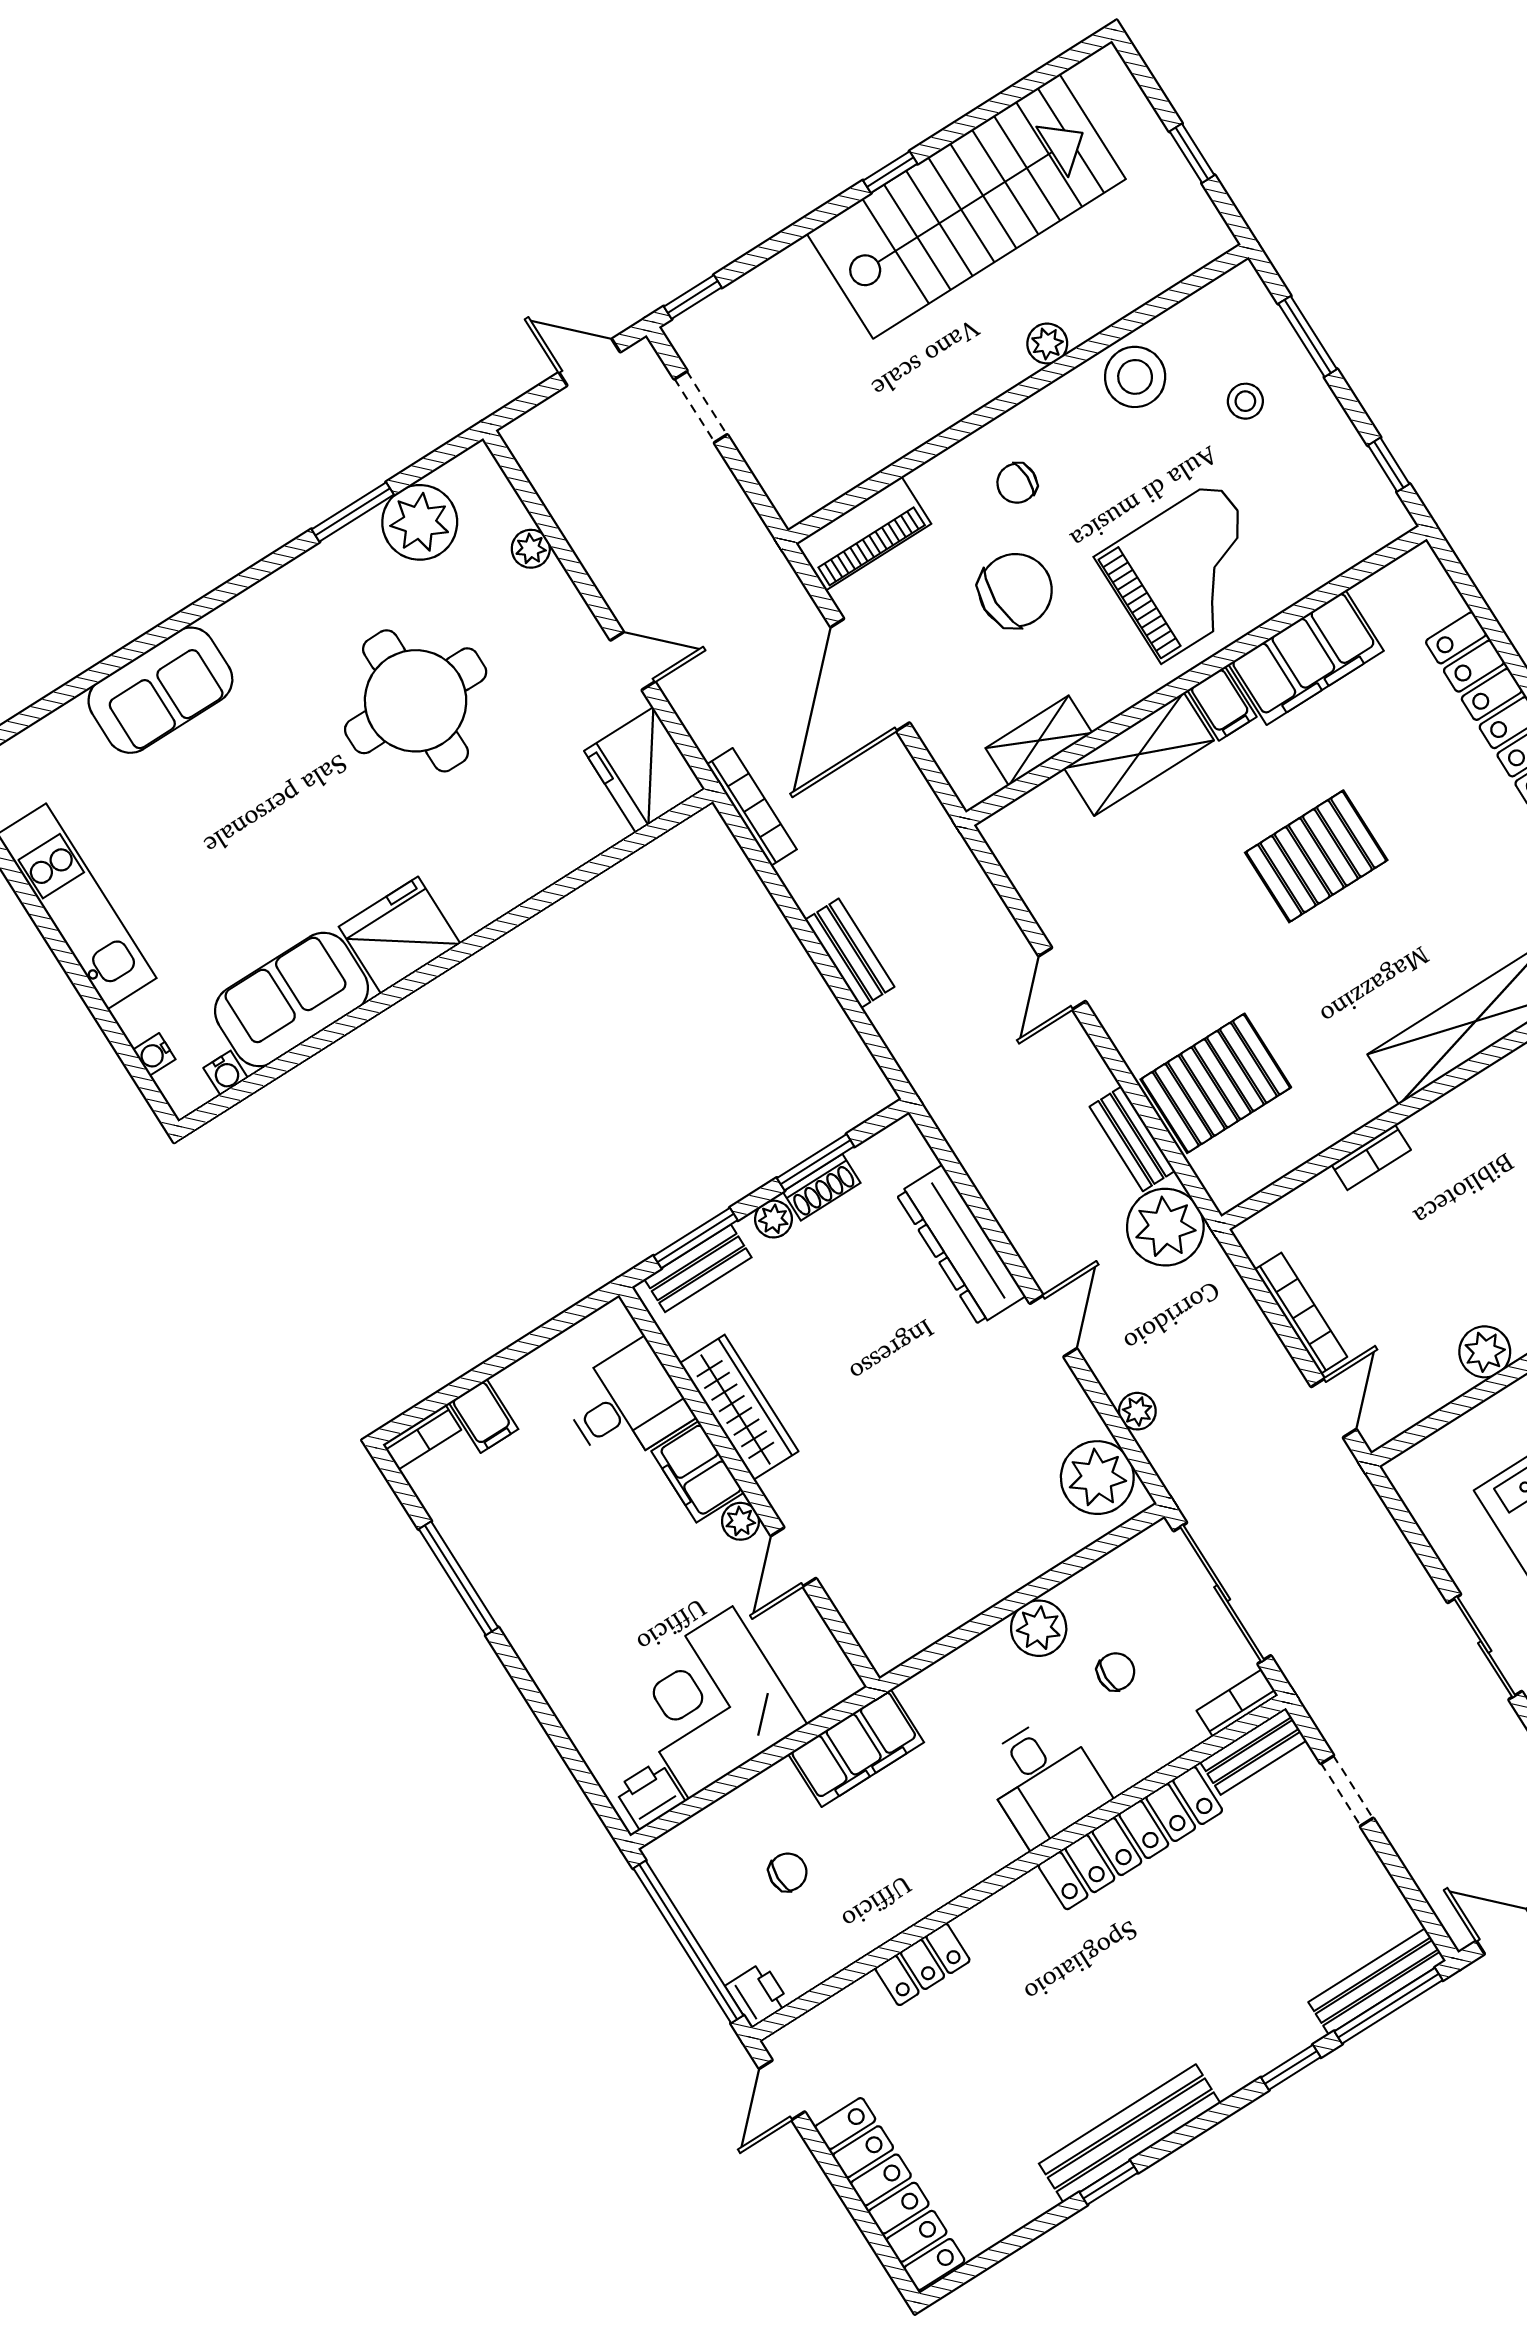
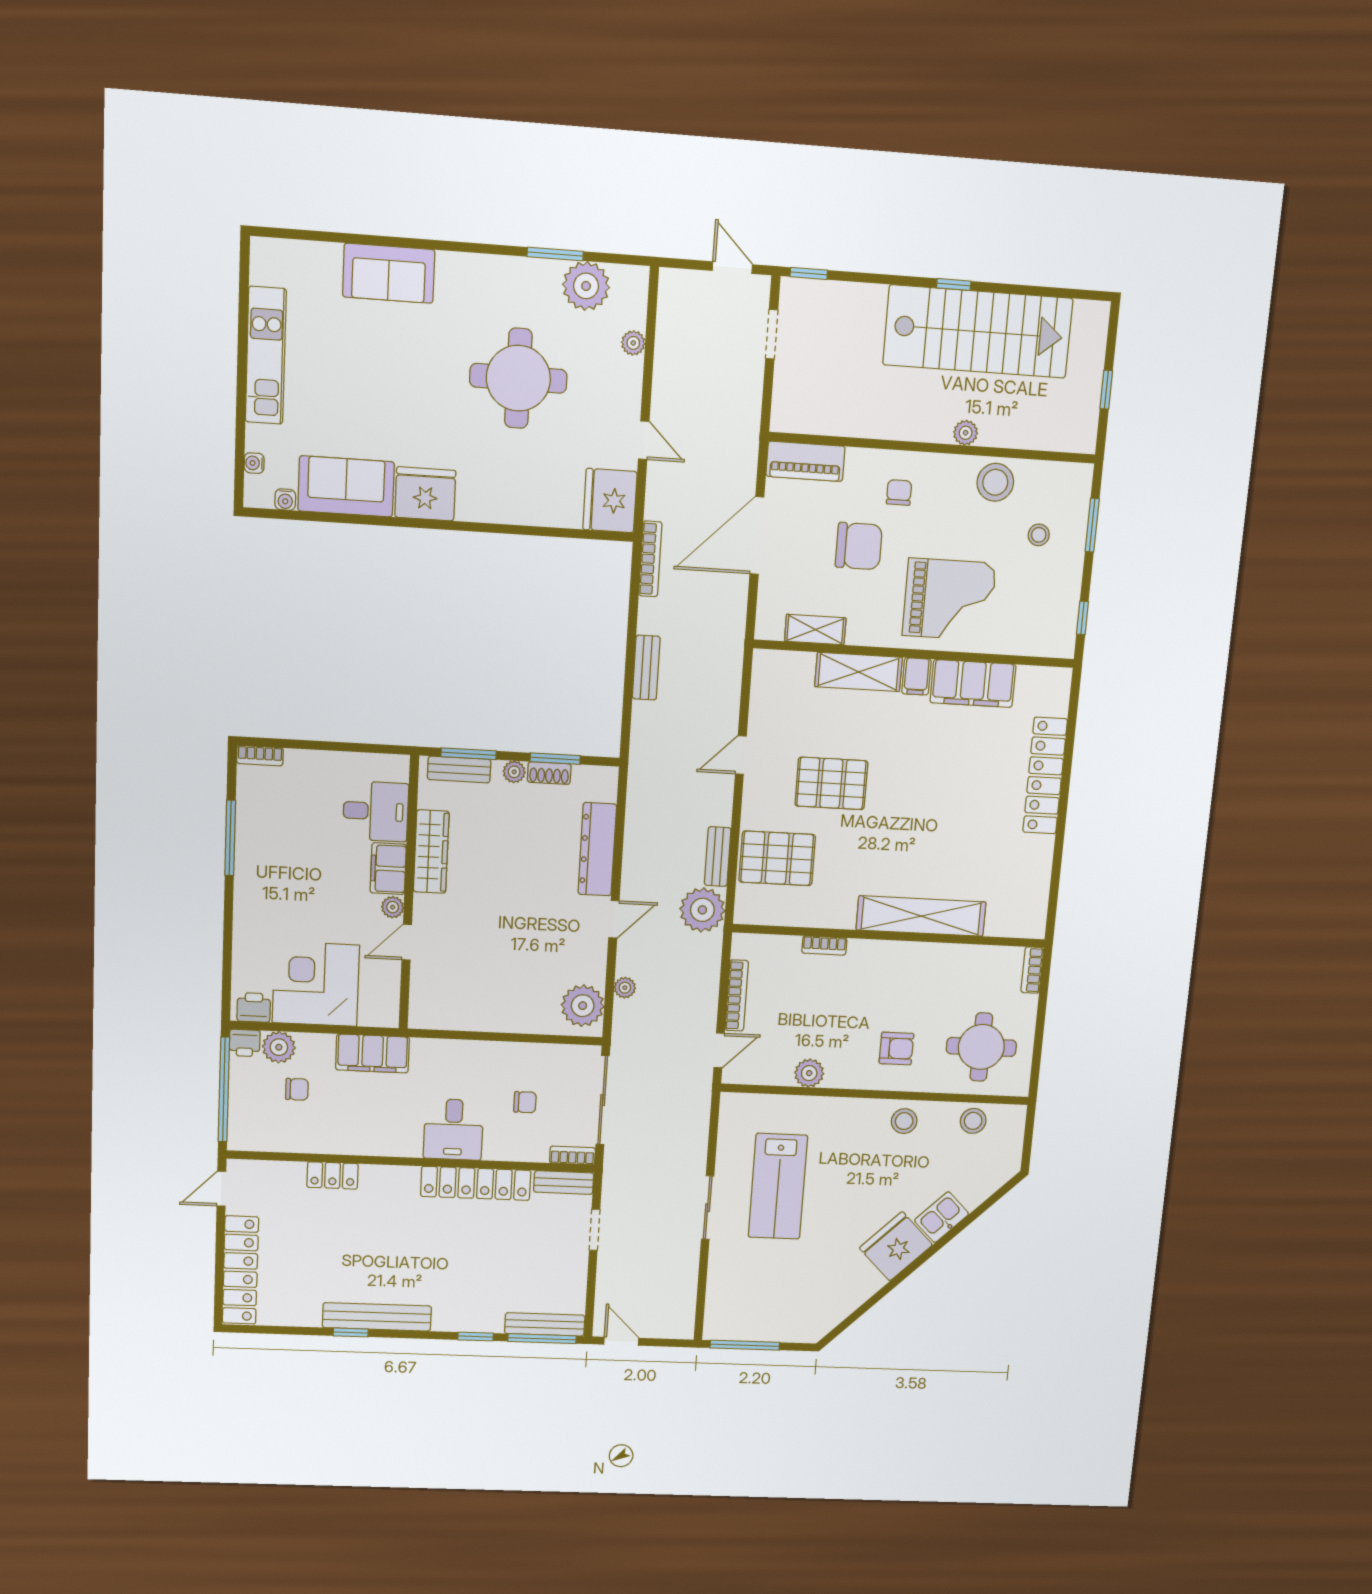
chair: (1017, 483) -> (899, 493), turned 90
pallet: (1316, 856) -> (831, 783), moved
filing cabinet: (484, 1416) -> (299, 767), removed
plant: (1039, 1628) -> (279, 1047), moved
printer: (757, 1995) -> (245, 1043), moved, turned 90

